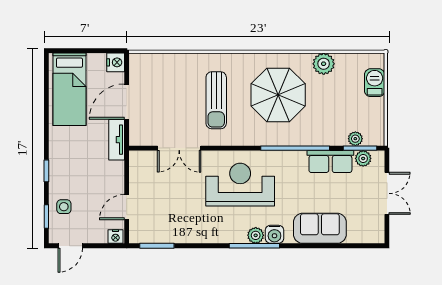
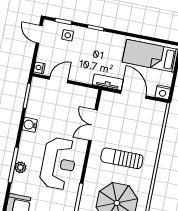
door: (127, 207) -> (59, 80), hinge flipped
water cooler: (274, 234) -> (30, 125), moved

